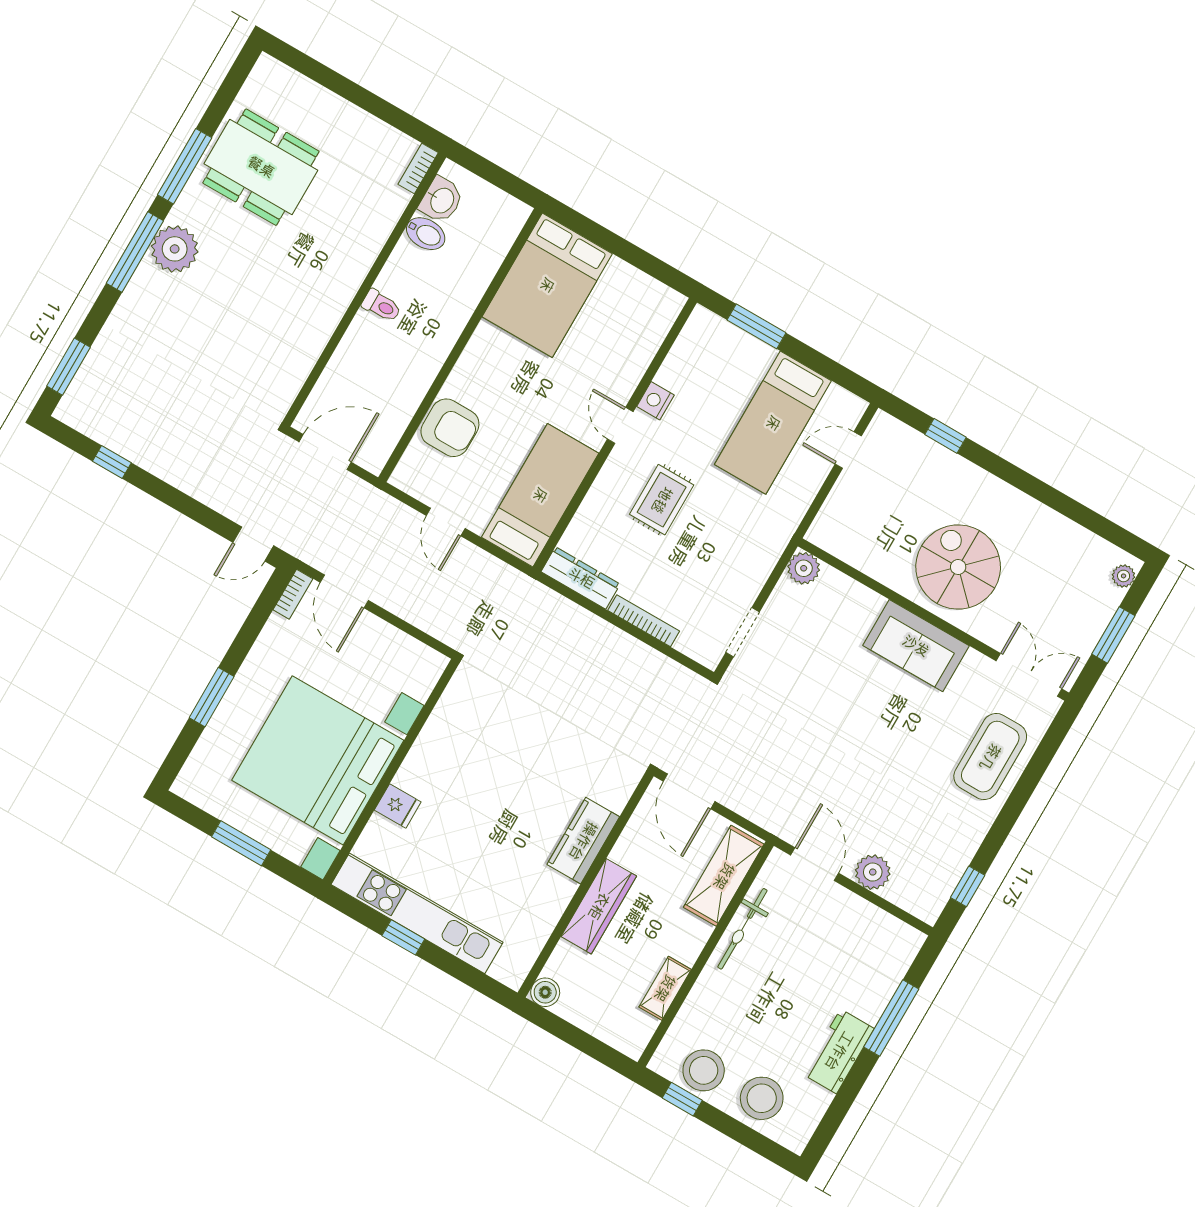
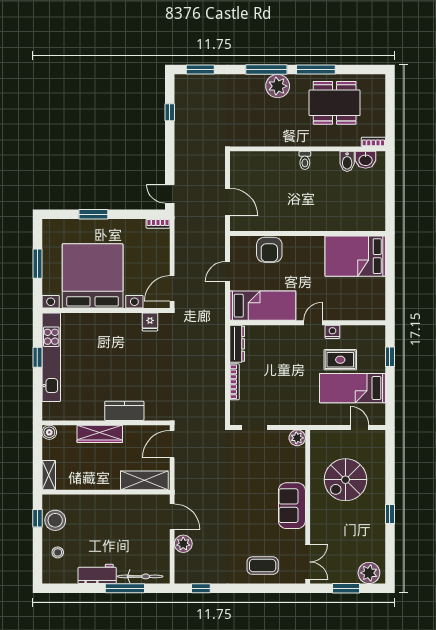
dining table: (261, 167) -> (335, 103), turned 90
bookcase: (418, 168) -> (373, 142), moved
washbasin: (441, 200) -> (366, 160), moved
bidet: (426, 234) -> (347, 161), moved
wall: (364, 290) -> (308, 149), moved
toilet: (381, 306) -> (305, 160), moved
window: (756, 326) -> (390, 357), width x0.67
window: (945, 436) -> (390, 514), moved
rug: (662, 500) -> (340, 360), moved
spiral stairs: (958, 567) -> (345, 480), moved, turned 180
plant: (1124, 576) -> (369, 573), width x1.88, depth x1.88
door: (344, 591) -> (172, 288), moved
coffee table: (990, 757) -> (263, 566), width x0.73, depth x0.76
fridge: (398, 806) -> (150, 322), moved
door: (815, 864) -> (172, 517), hinge flipped
bicycle: (742, 929) -> (140, 576), moved, turned 180
shelving: (665, 988) -> (49, 475), moved, turned 90
stool: (762, 1098) -> (58, 552), width x0.53, depth x0.53

